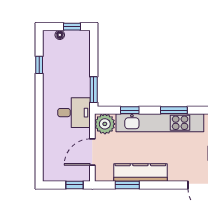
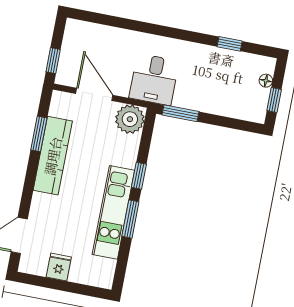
window: (130, 110) -> (139, 176), moved
kitchen unit: (160, 123) -> (113, 212), width x0.73

